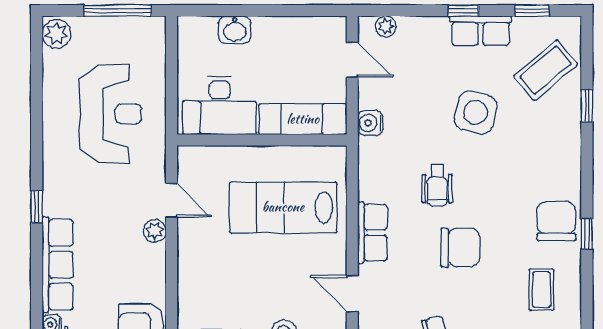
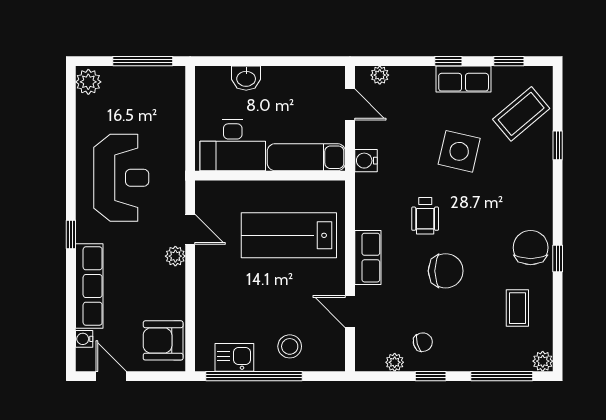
reception desk: (110, 114) -> (121, 178), moved

